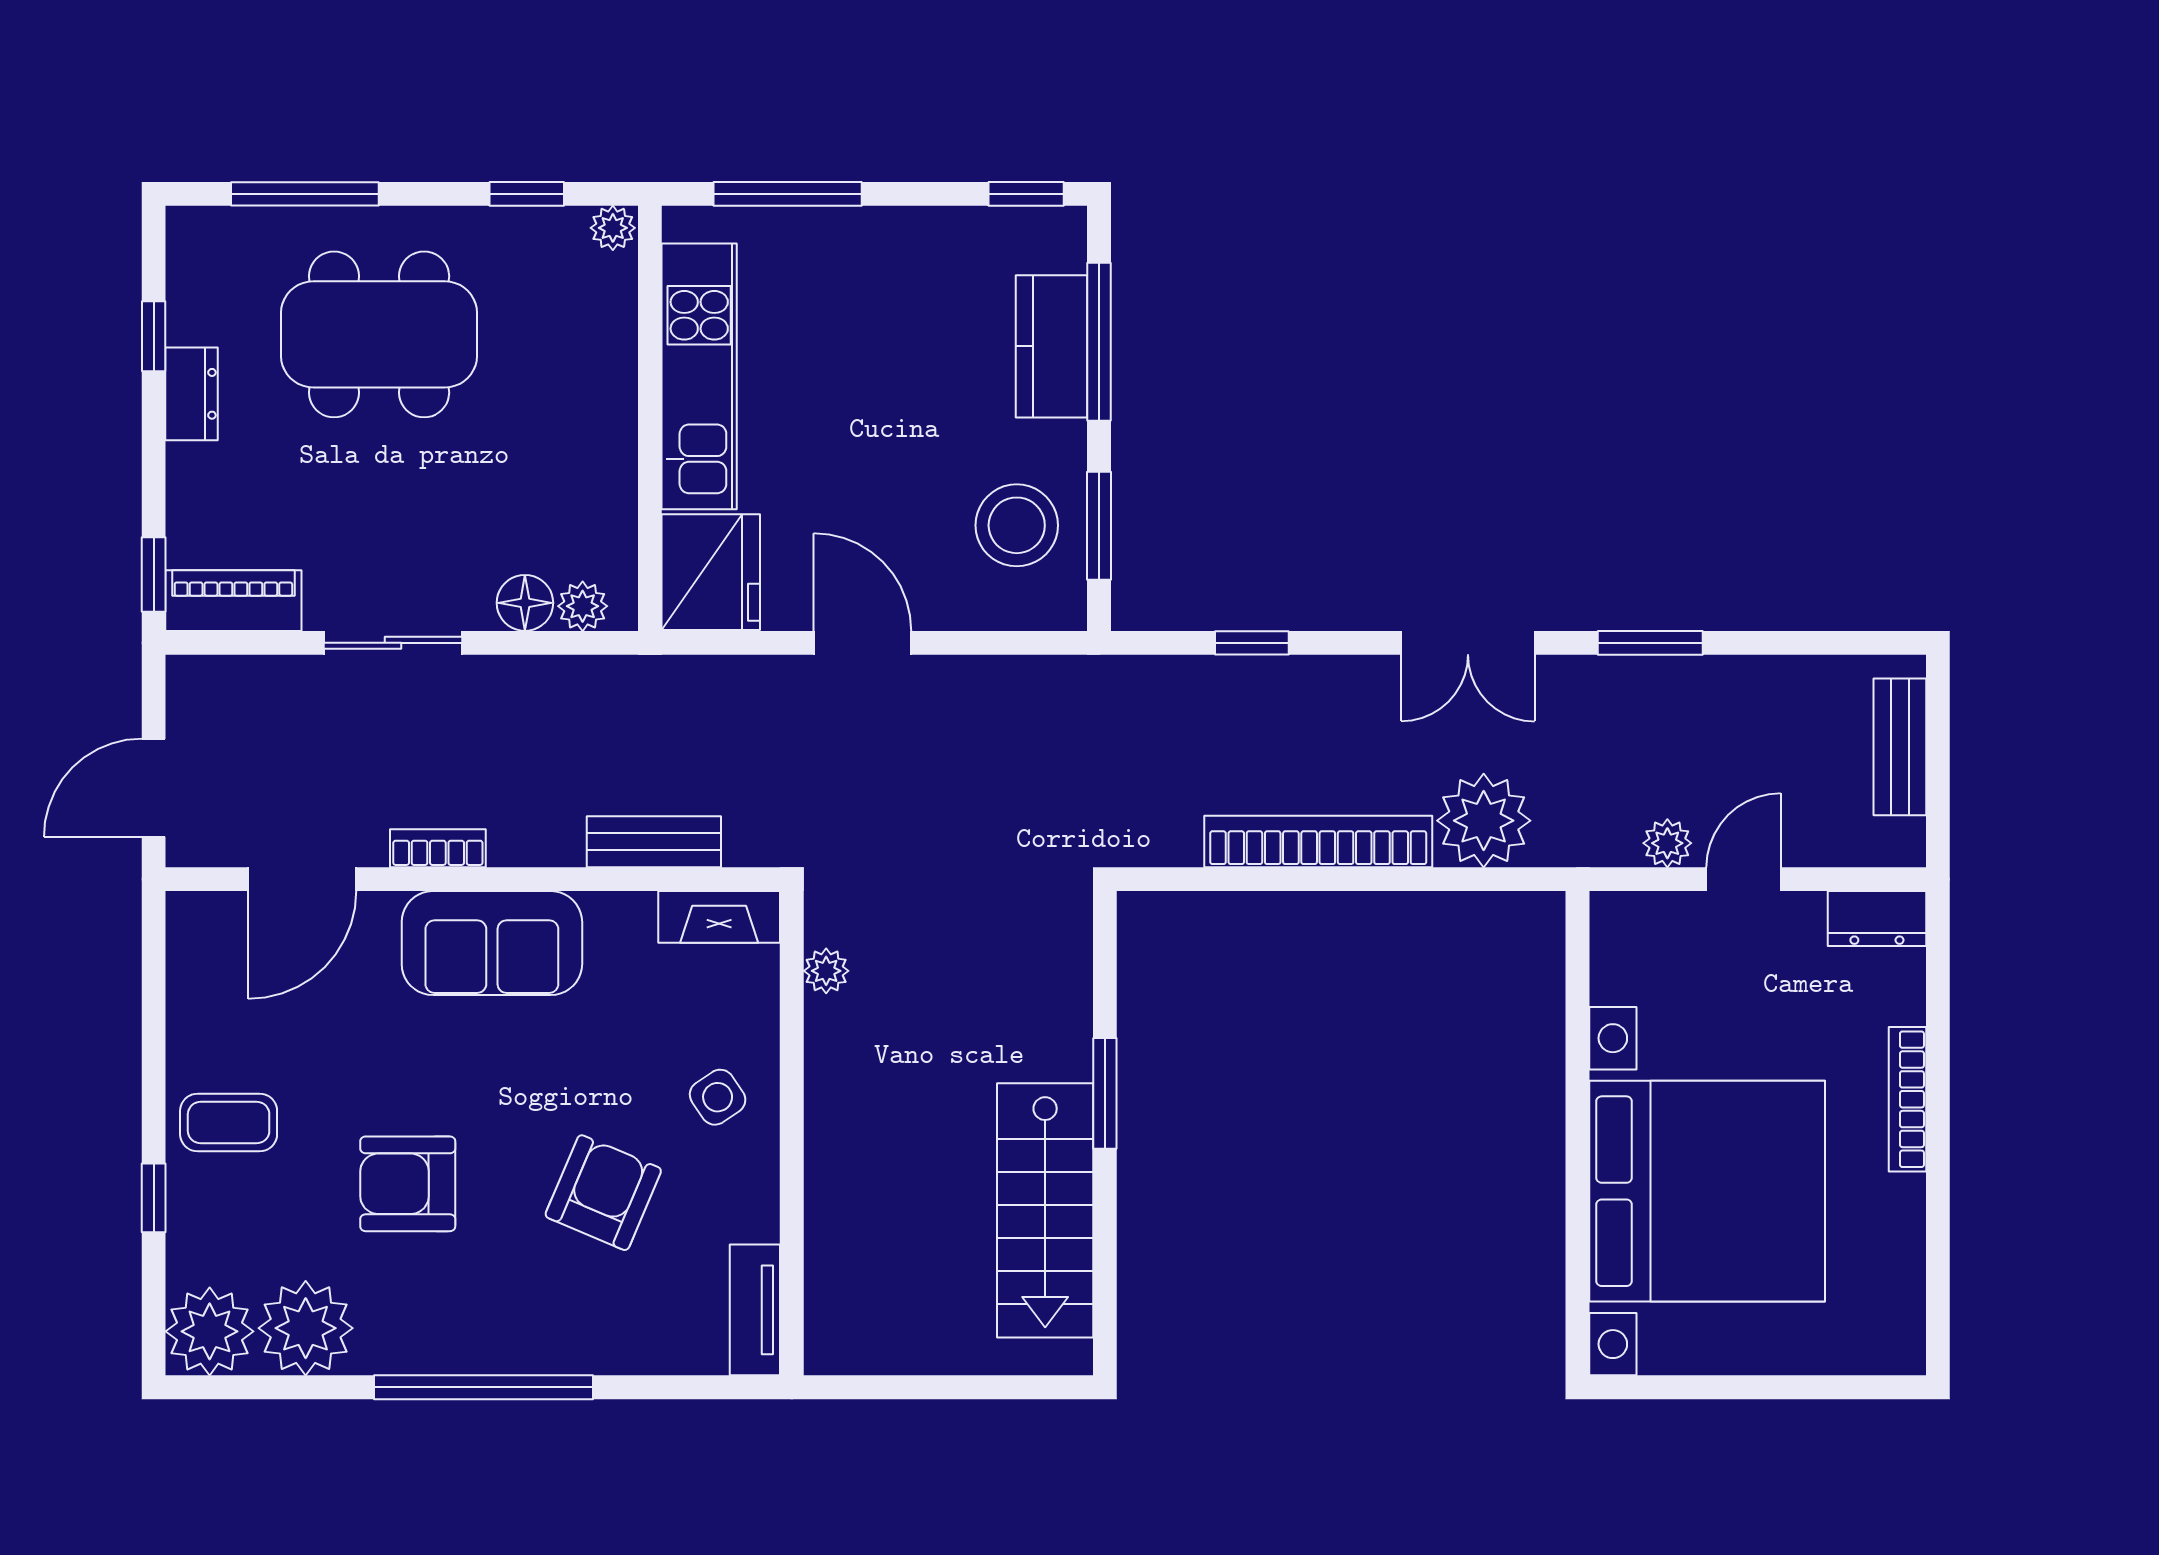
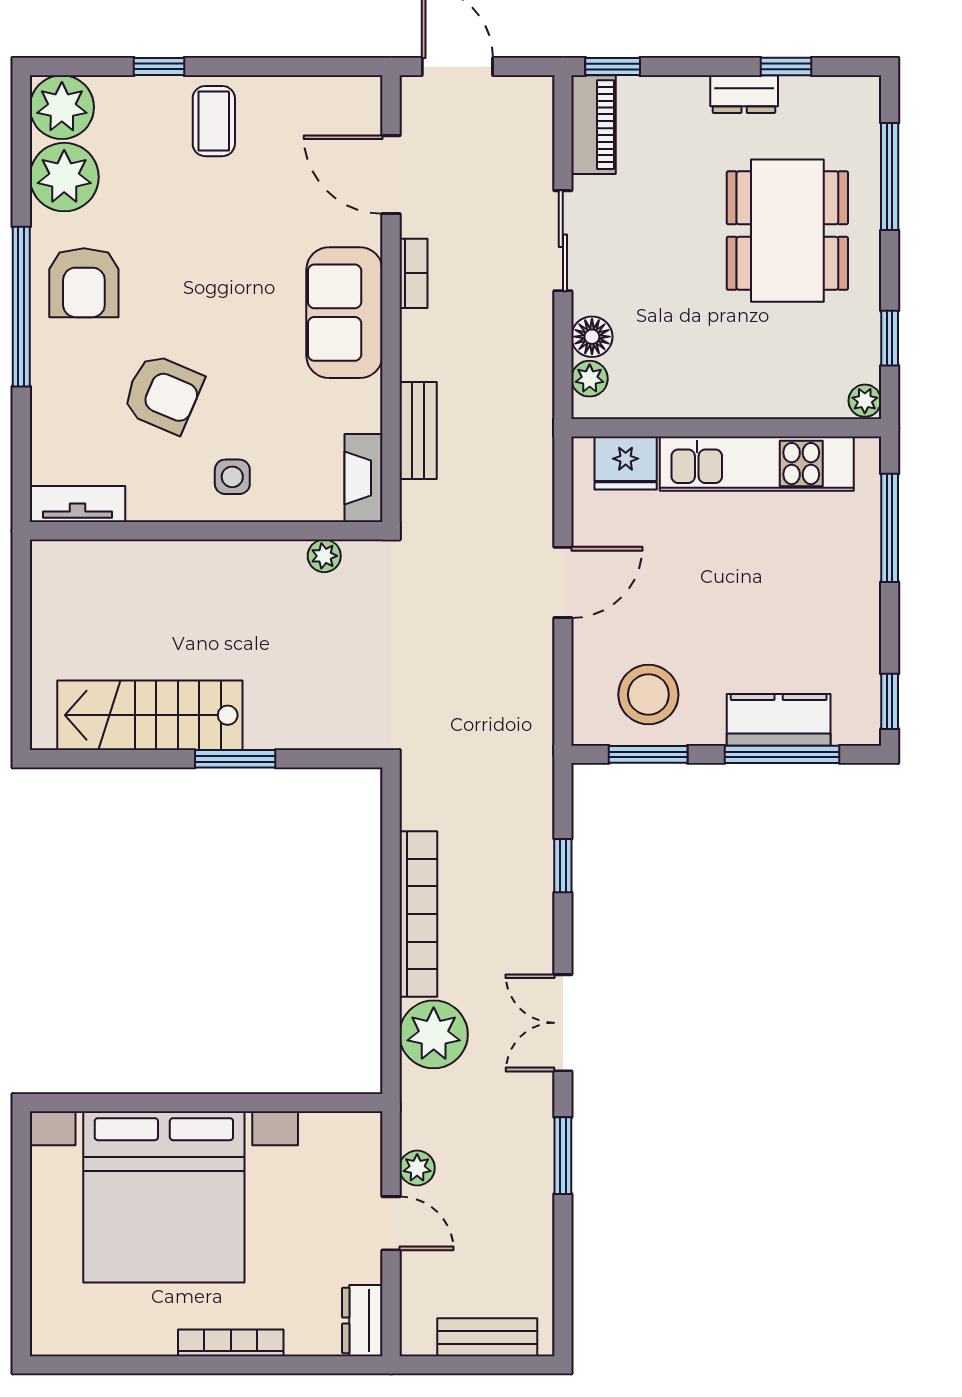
fridge: (711, 572) -> (626, 463), width x0.73, depth x0.75
side table: (718, 1097) -> (232, 477), turned 34
armchair: (408, 1184) -> (84, 283), moved, turned 180

